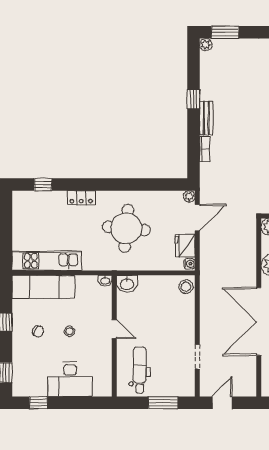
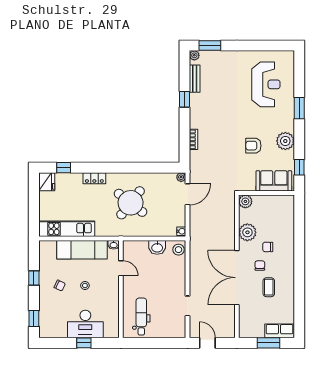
bench: (206, 118) -> (195, 79), moved
round table: (126, 228) -> (131, 203), turned 33
fridge: (185, 246) -> (47, 182), moved, turned 180
washbasin: (127, 284) -> (157, 247), moved
exam couch: (43, 287) -> (82, 250), moved
door: (114, 329) -> (121, 268), moved
window: (38, 403) -> (84, 343), moved
window: (163, 403) -> (160, 343), removed
door: (222, 403) -> (207, 343), hinge flipped

